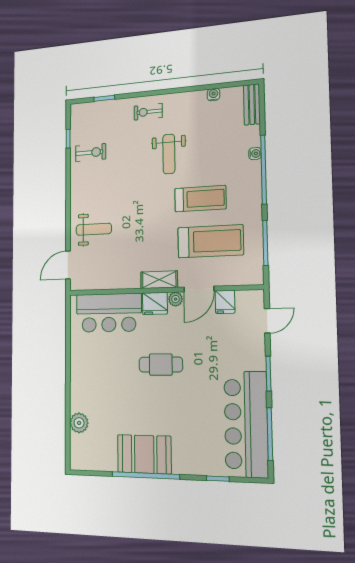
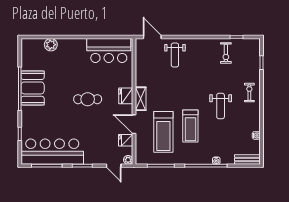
weight bench: (169, 154) -> (221, 106), turned -90
plant: (176, 299) -> (128, 160), moved
bar counter: (109, 313) -> (109, 50), moved, turned -90
cafe table: (161, 365) -> (88, 99), turned 90

